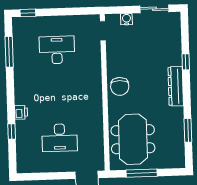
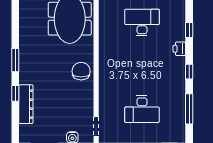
dresser: (176, 86) -> (26, 104), moved
window: (10, 89) -> (189, 72), added
window: (188, 130) -> (15, 60), moved

